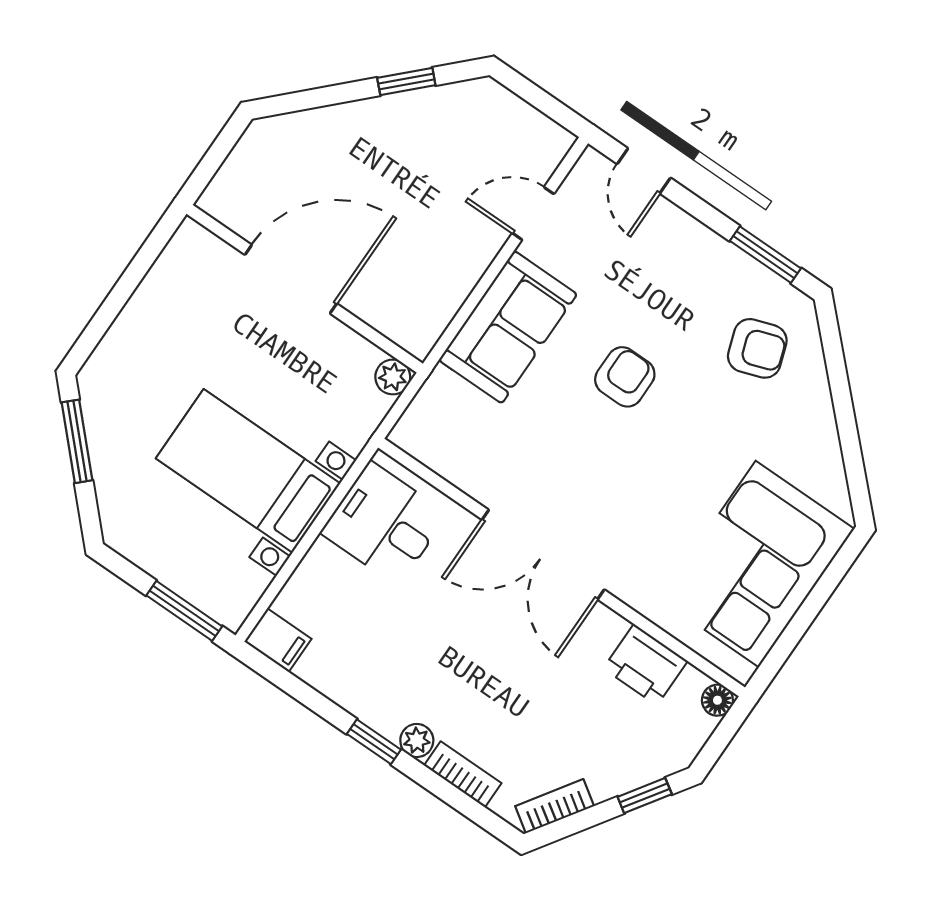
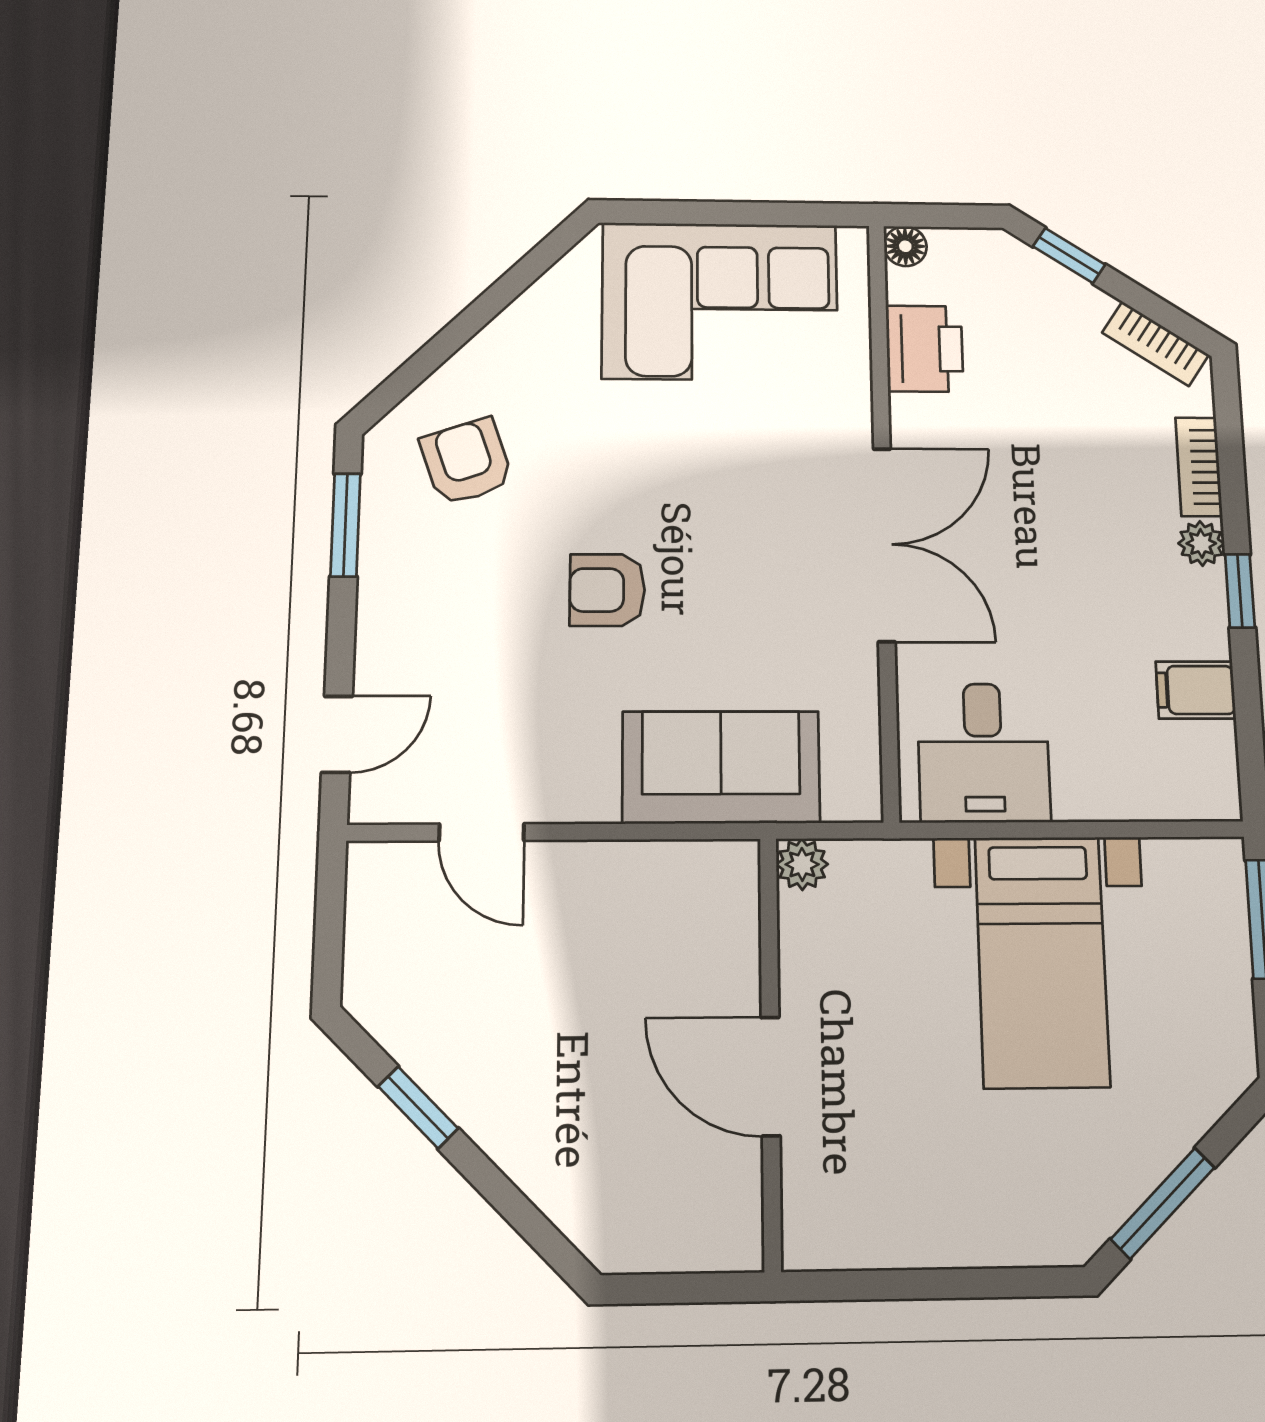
door: (291, 279) -> (771, 1076), width x0.73
sofa: (508, 327) -> (721, 767), moved
filing cabinet: (278, 640) -> (1196, 690), moved, turned -90

